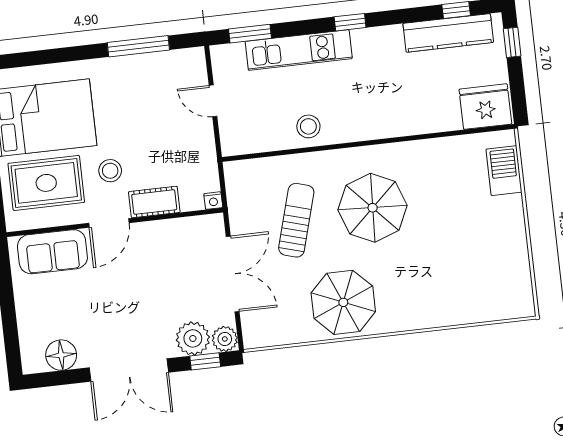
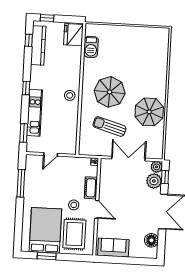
stool: (308, 126) -> (70, 95), moved
barbecue: (504, 171) -> (91, 47), moved, turned -90
sofa: (52, 252) -> (113, 248), moved, turned -90

